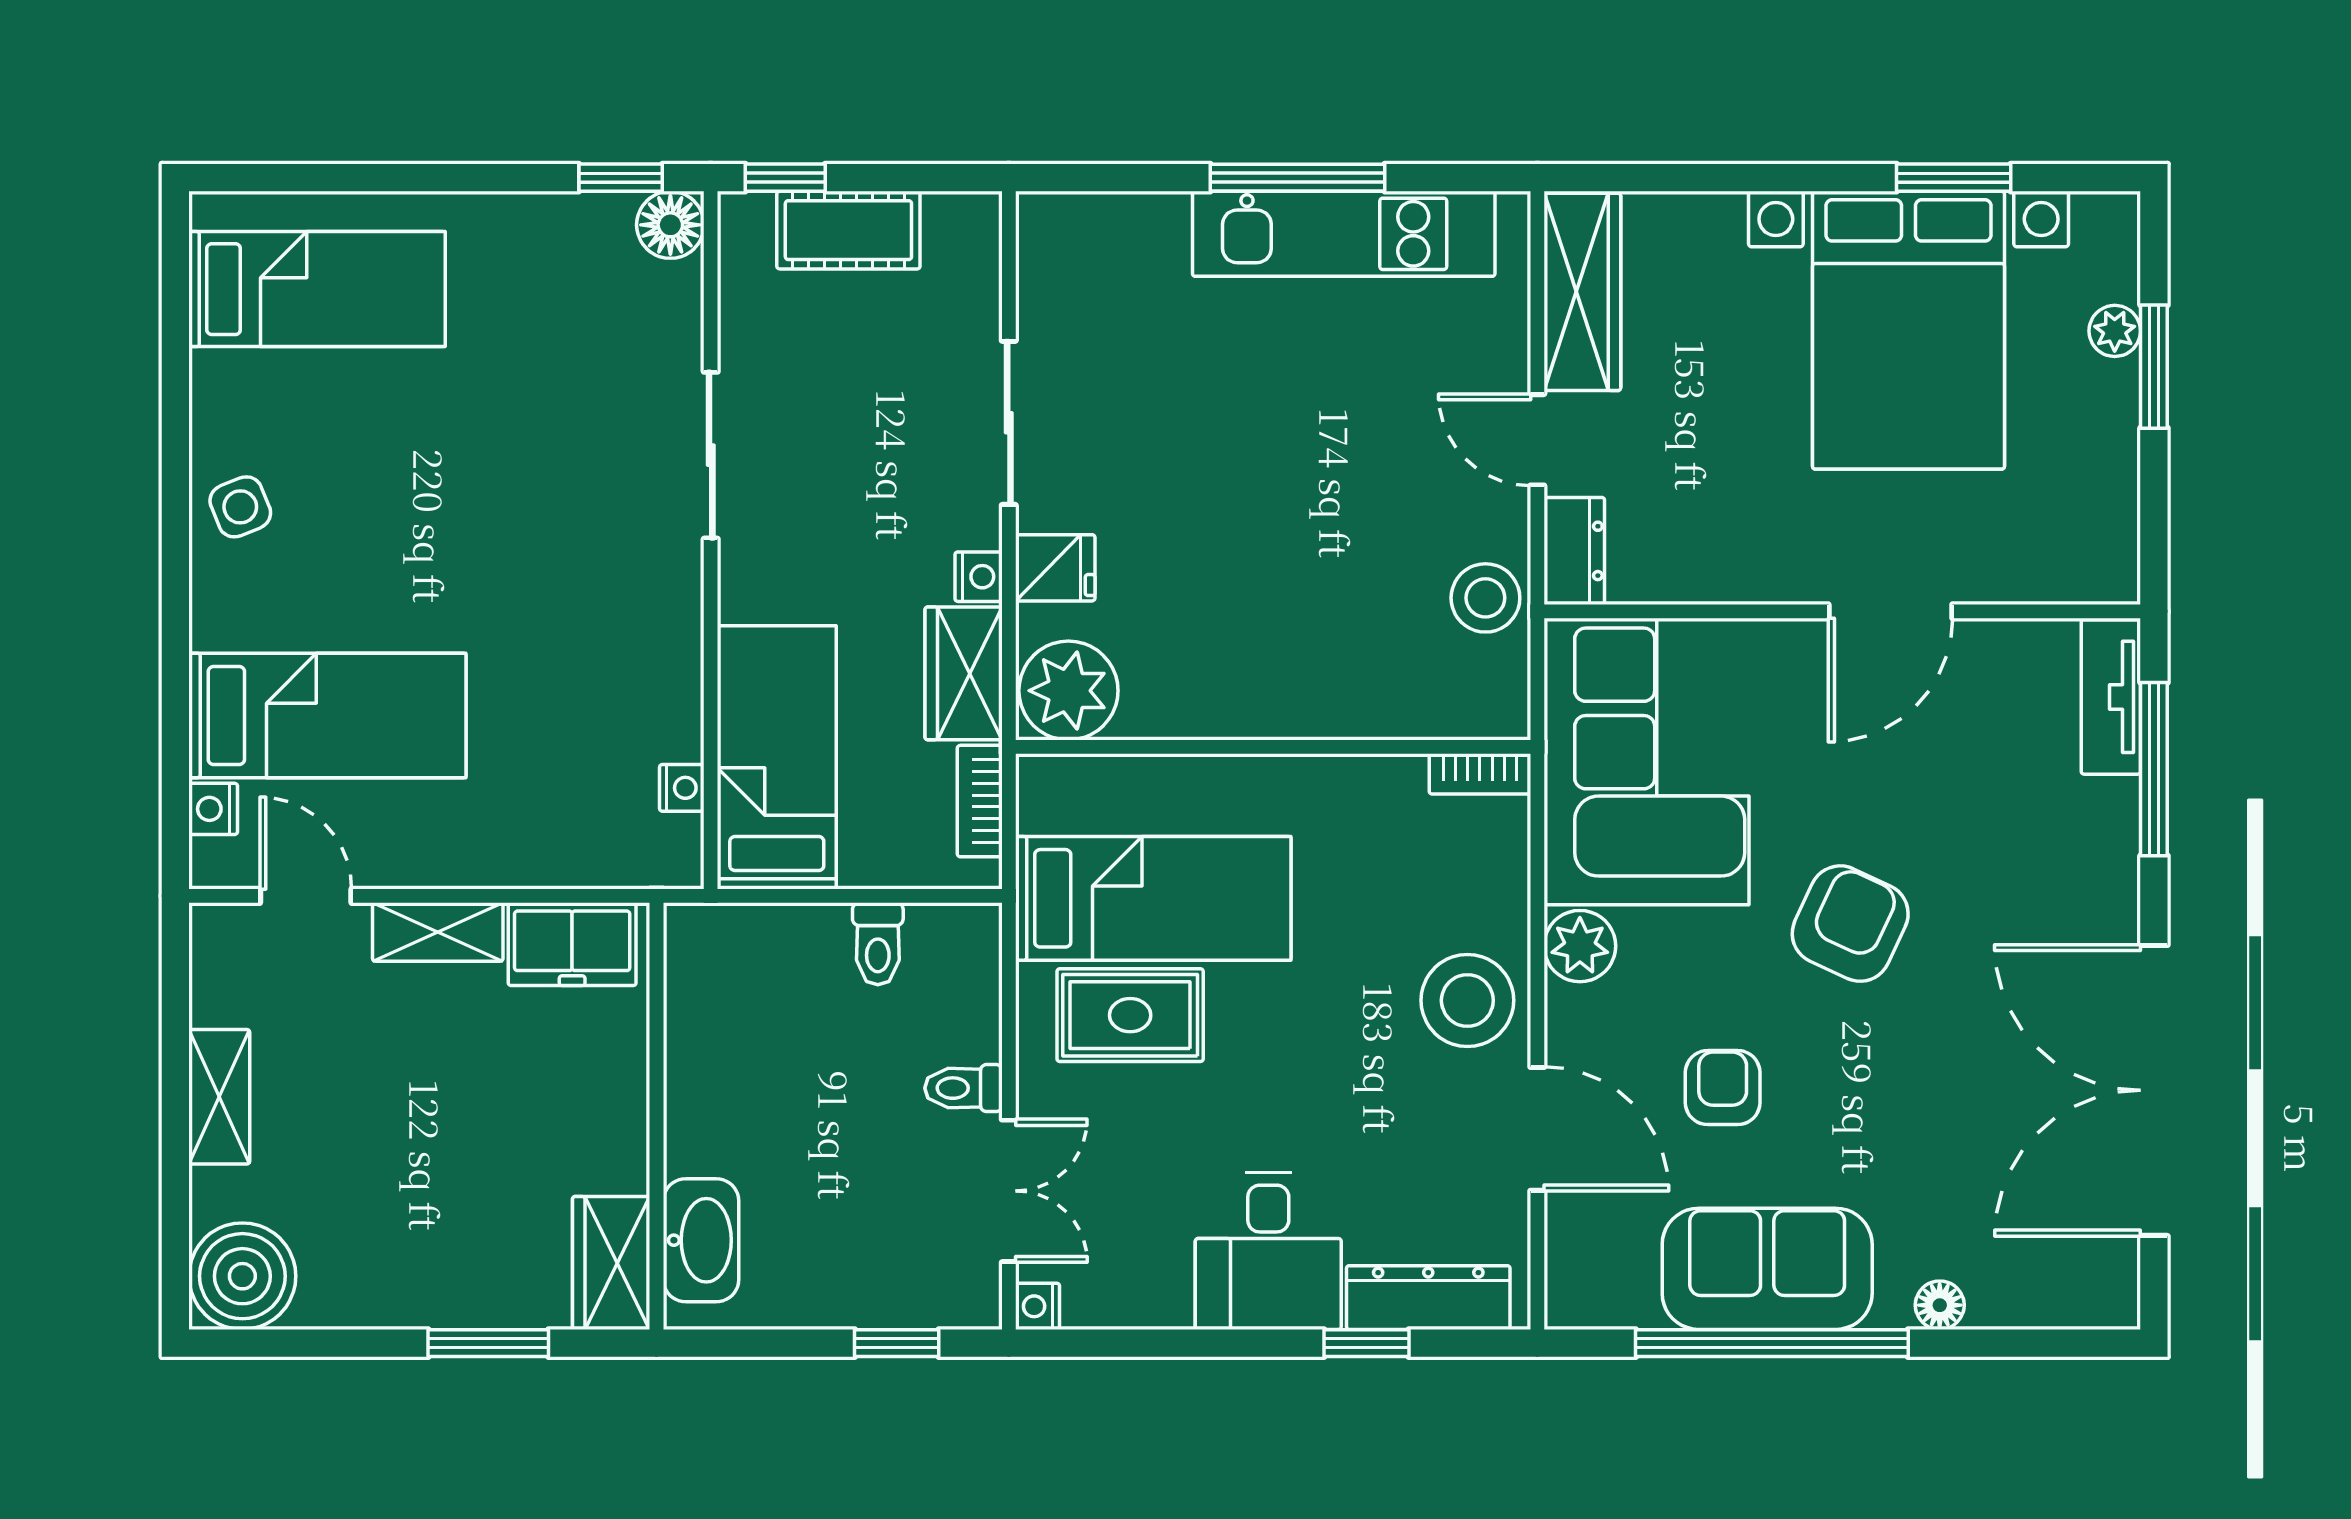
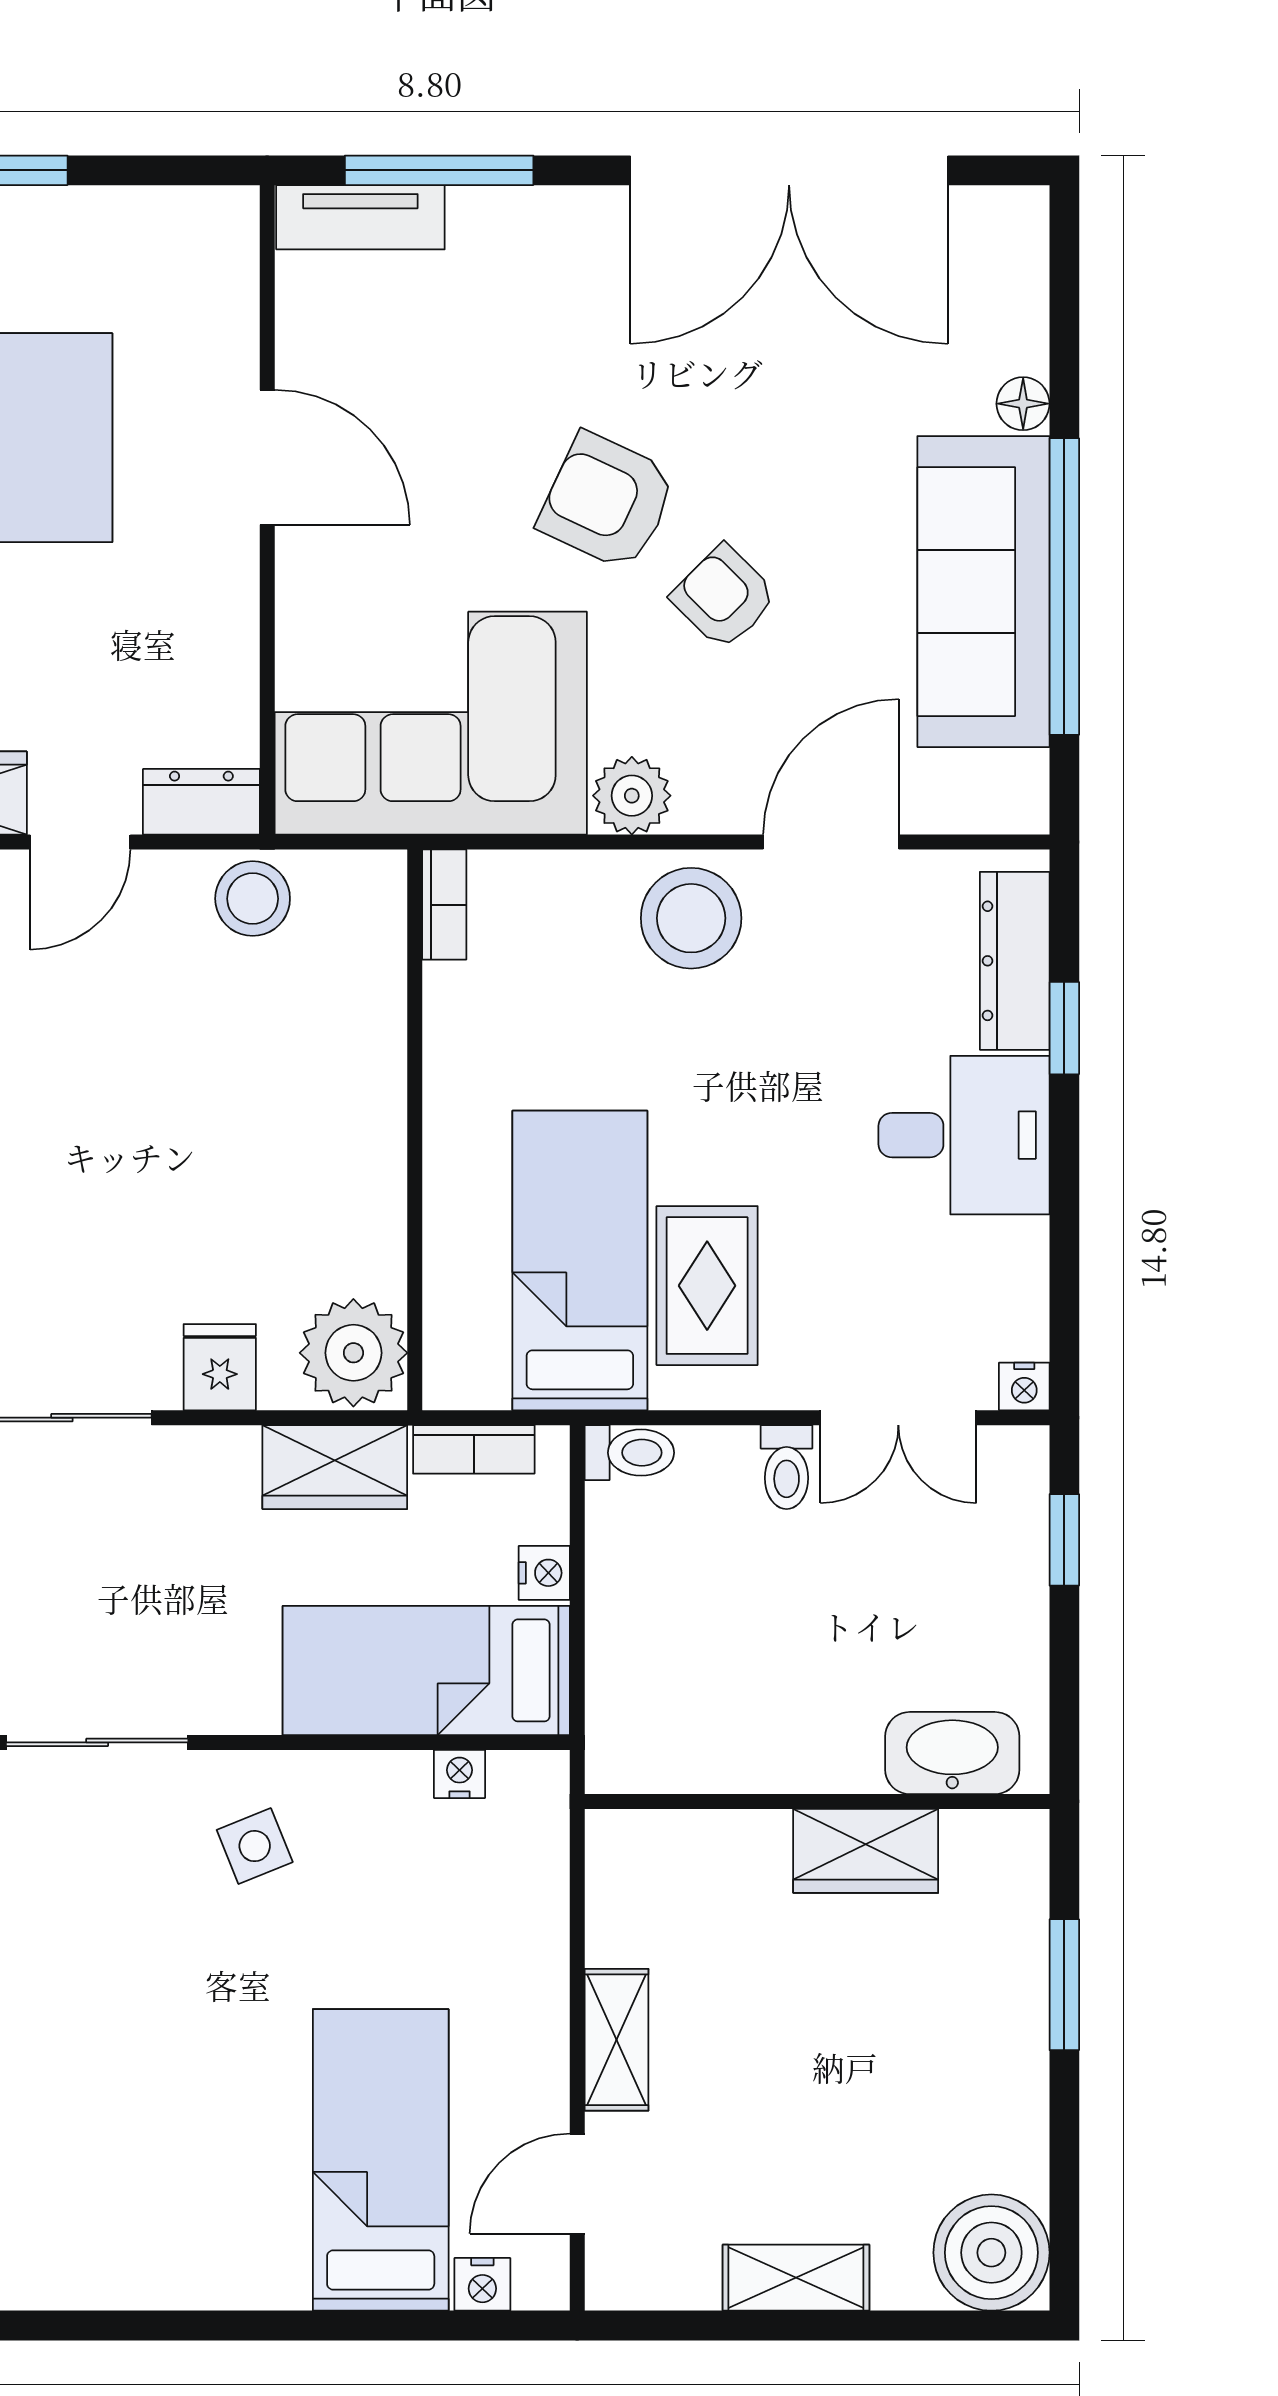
side table: (240, 507) -> (255, 1846), moved
nightstand: (979, 577) -> (544, 1573), moved, turned 90
freezer: (572, 944) -> (630, 1893), removed
toilet: (878, 944) -> (629, 1453), moved
armchair: (1723, 1088) -> (724, 597), moved, turned 45
double door: (1009, 1191) -> (898, 1418), swing flipped
wardrobe: (611, 1263) -> (866, 1851), moved
sofa: (1767, 1269) -> (983, 592), width x1.36

